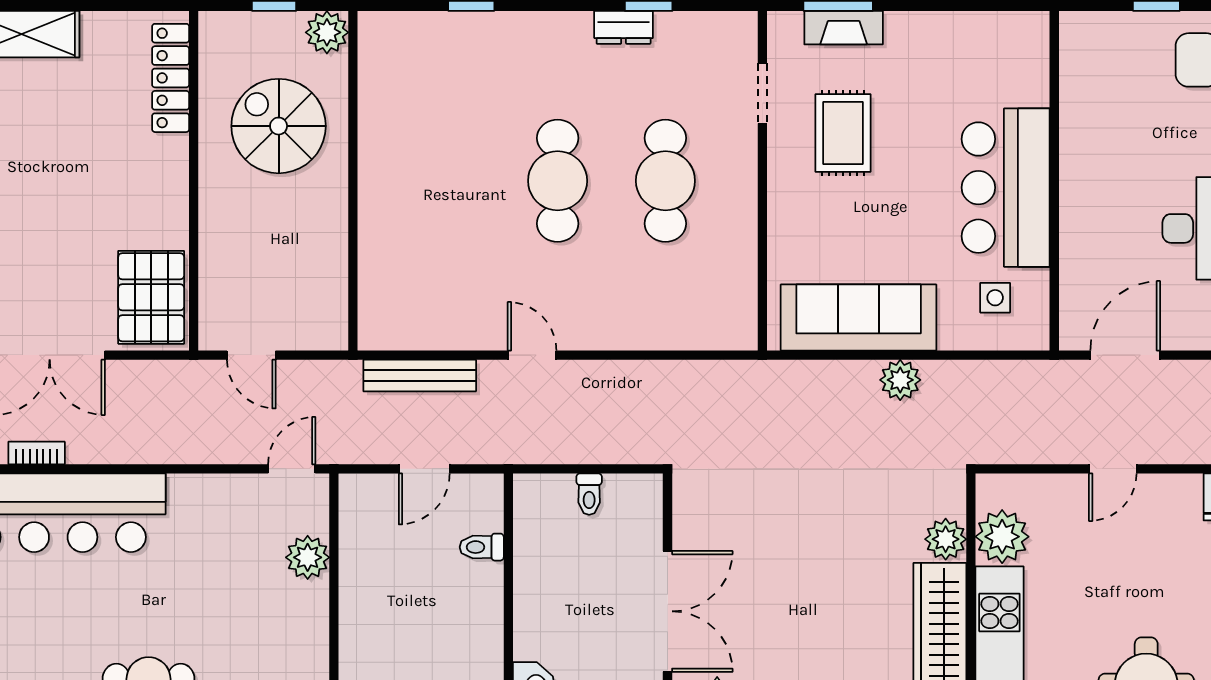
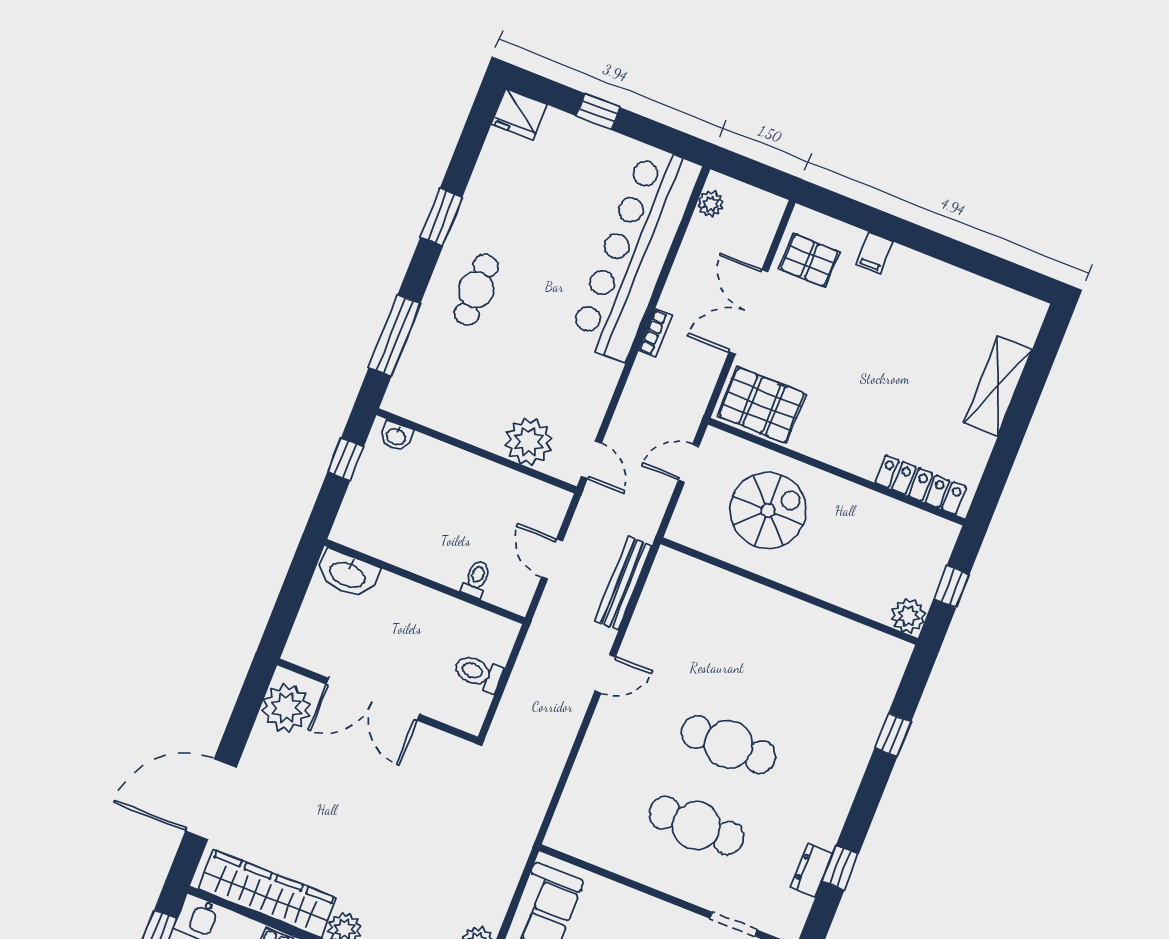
dresser: (624, 27) -> (812, 870), moved
spiral stairs: (279, 126) -> (768, 510), moved
bookcase: (37, 453) -> (655, 333), moved
toilet: (589, 494) -> (478, 673), width x1.37, depth x1.39
plant: (308, 557) -> (529, 442), width x1.36, depth x1.36

